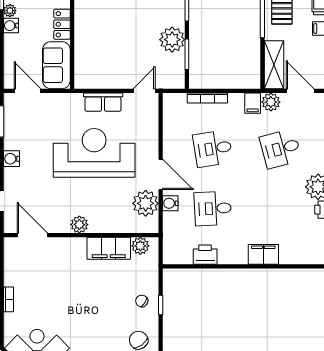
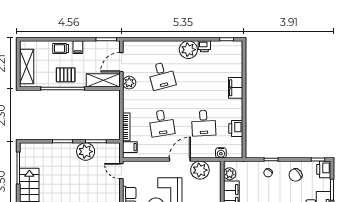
filing cabinet: (253, 103) -> (130, 147), moved
water cooler: (170, 203) -> (221, 153), moved

